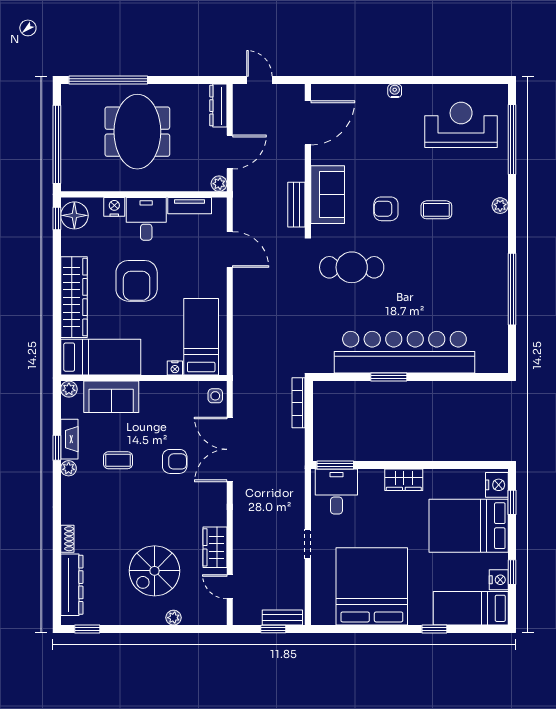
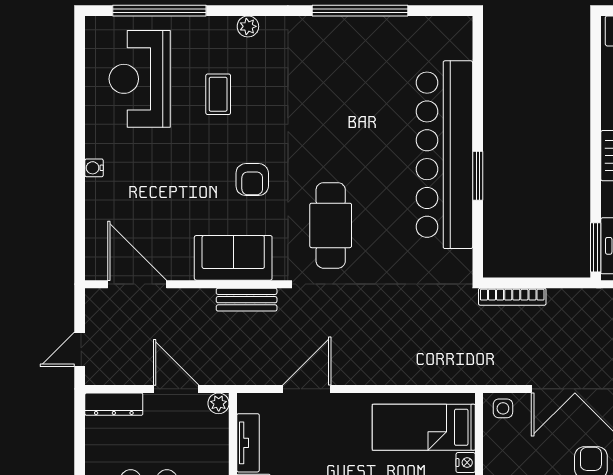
coffee table: (436, 210) -> (218, 94), moved

